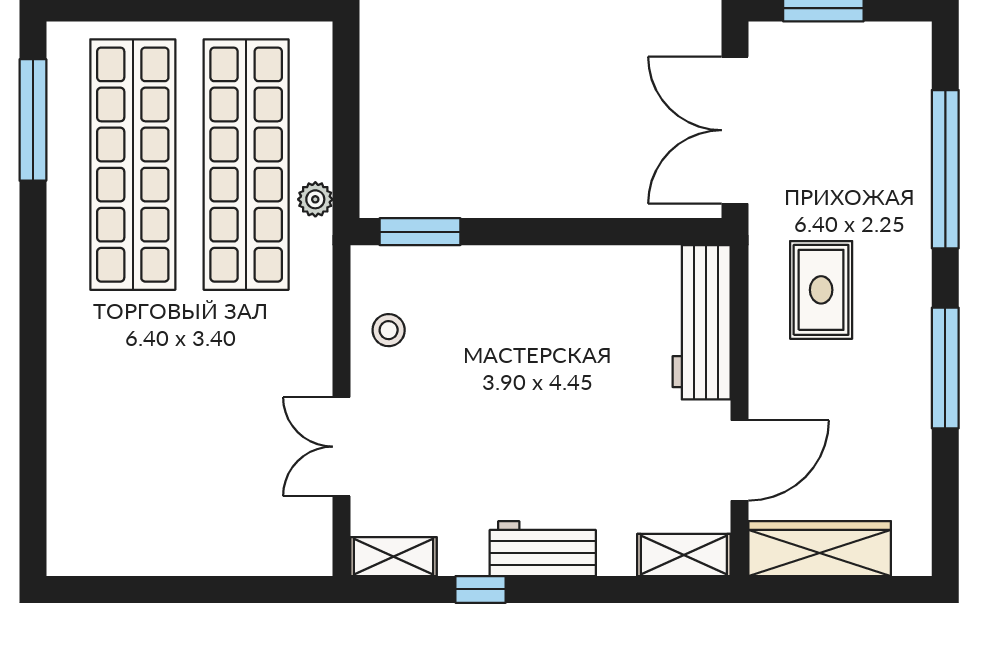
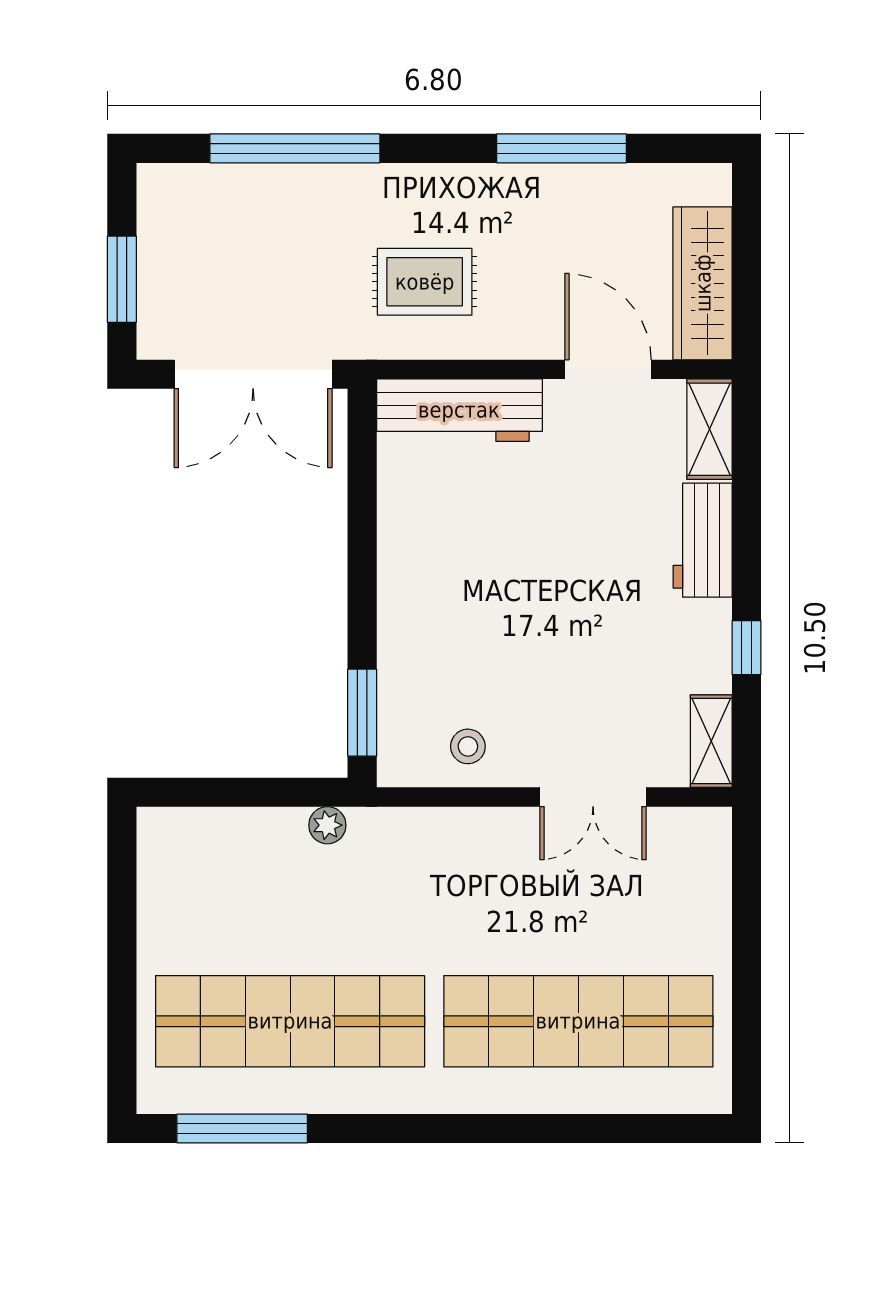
shop shelf: (246, 165) -> (578, 1021), moved
window: (945, 368) -> (562, 148), moved
workbench: (543, 549) -> (703, 540), moved

